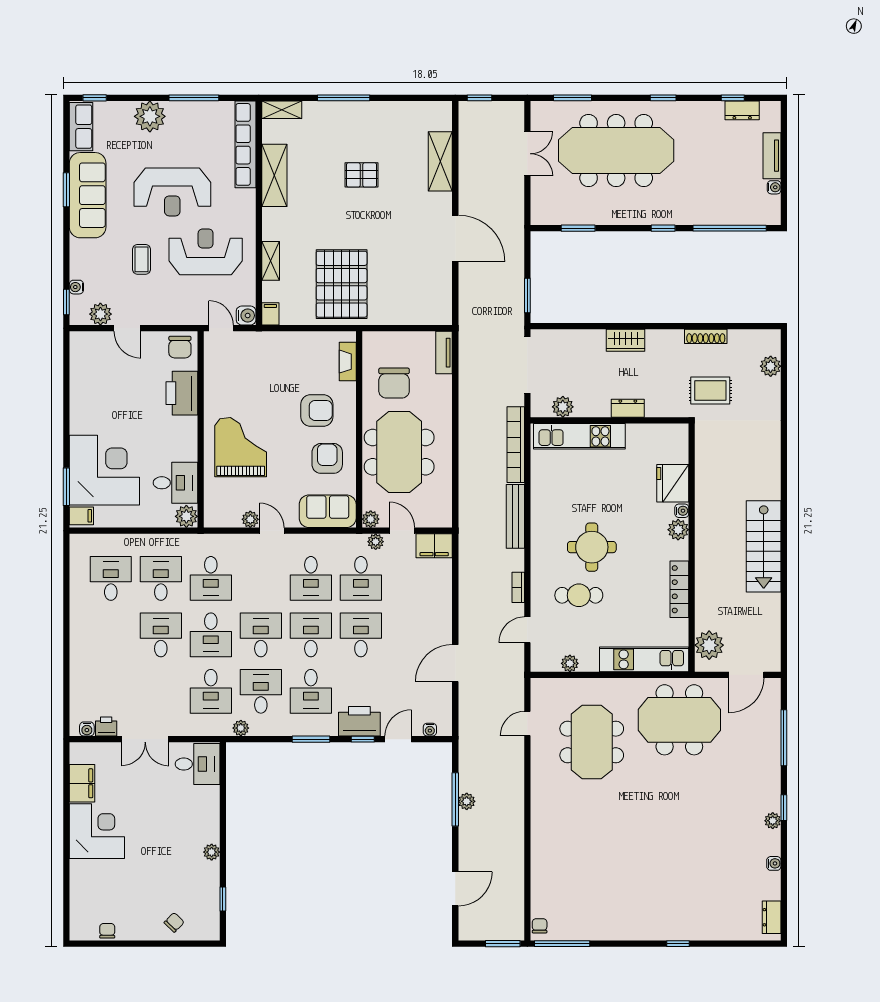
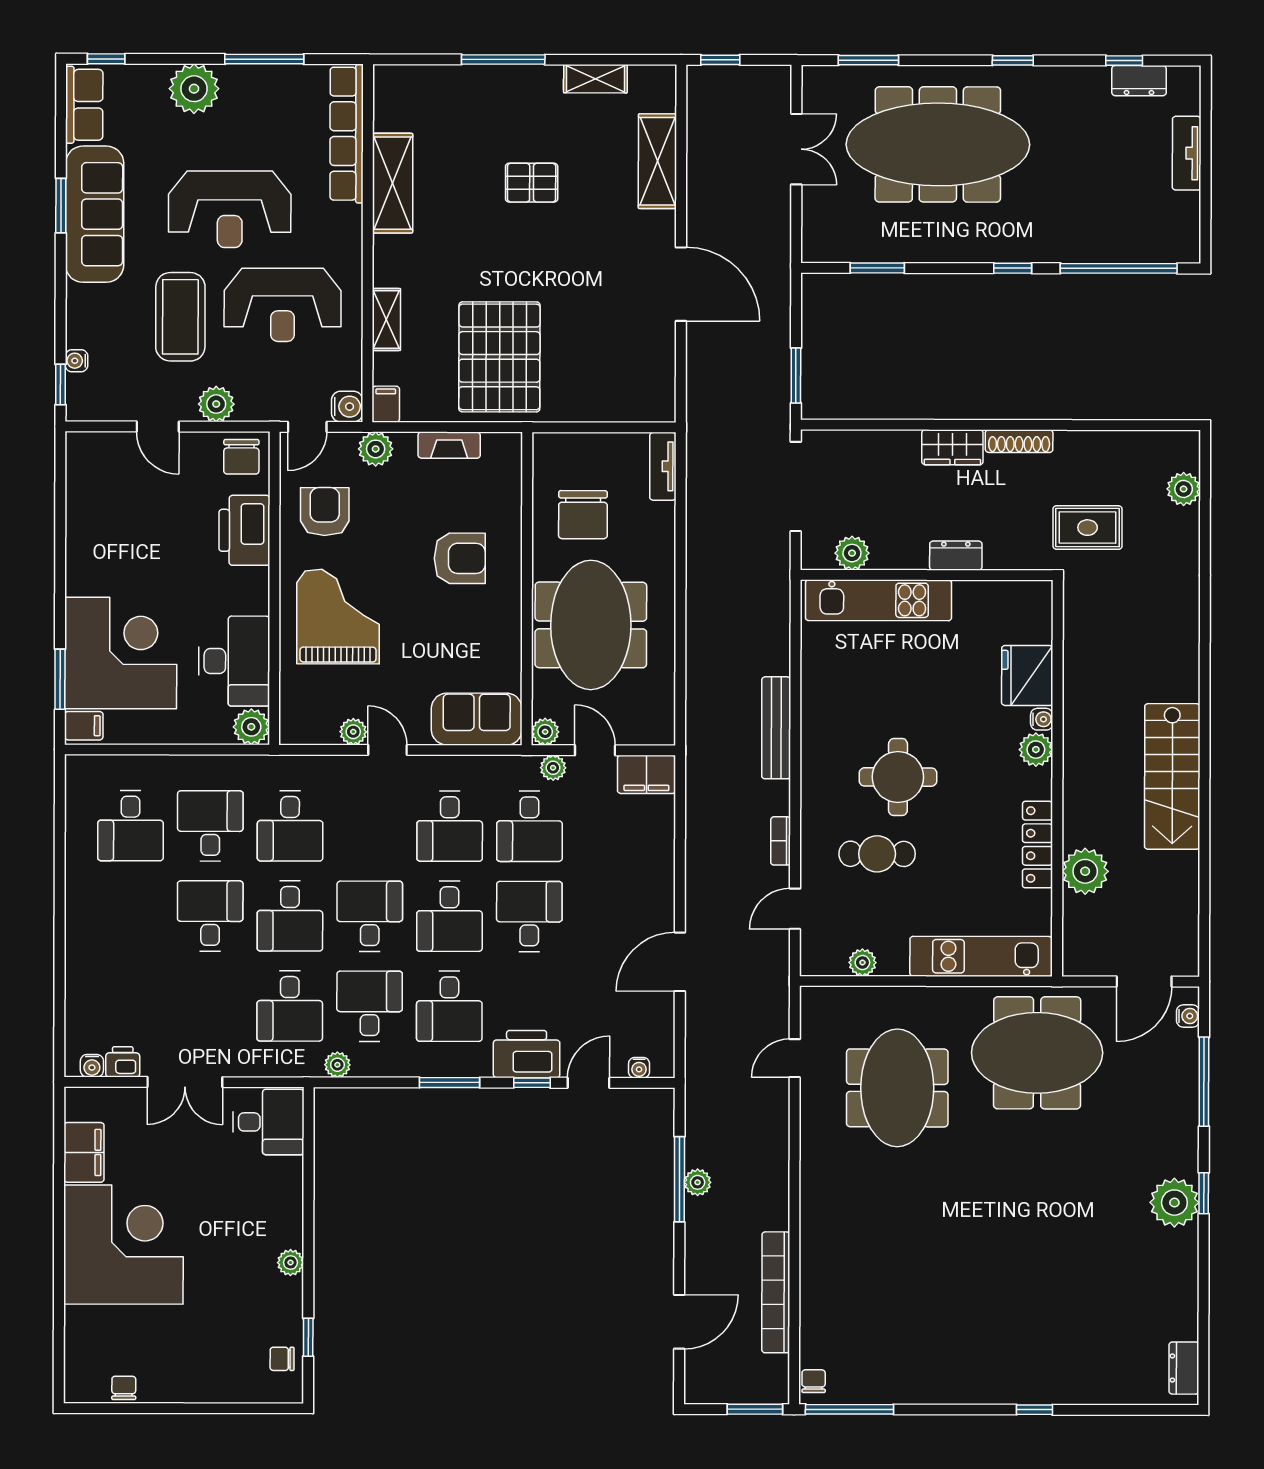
shelving: (282, 110) -> (595, 79), moved
water cooler: (774, 187) -> (1190, 204), removed
reception desk: (206, 252) -> (283, 305), turned 180
coffee table: (142, 259) -> (180, 317), width x1.86, depth x1.72
plant: (100, 314) -> (216, 404), moved
door: (221, 328) -> (307, 427), swing flipped
shoe rack: (706, 336) -> (1019, 441), moved
plant: (264, 342) -> (376, 449), added
fireplace: (348, 362) -> (449, 445), moved, turned -90
bookcase: (516, 445) -> (776, 1292), moved
armchair: (327, 458) -> (325, 512), moved
desk: (176, 483) -> (234, 661), width x1.37
desk: (111, 578) -> (130, 826), turned 180
desk: (311, 635) -> (450, 916), turned 180
plant: (709, 645) -> (1085, 871), moved
plant: (773, 821) -> (1174, 1203), width x1.87, depth x1.87
corner desk: (97, 831) -> (123, 1245), width x1.36, depth x1.36
water cooler: (774, 863) -> (1188, 1016), moved
chair: (174, 922) -> (282, 1359), moved, turned -134

